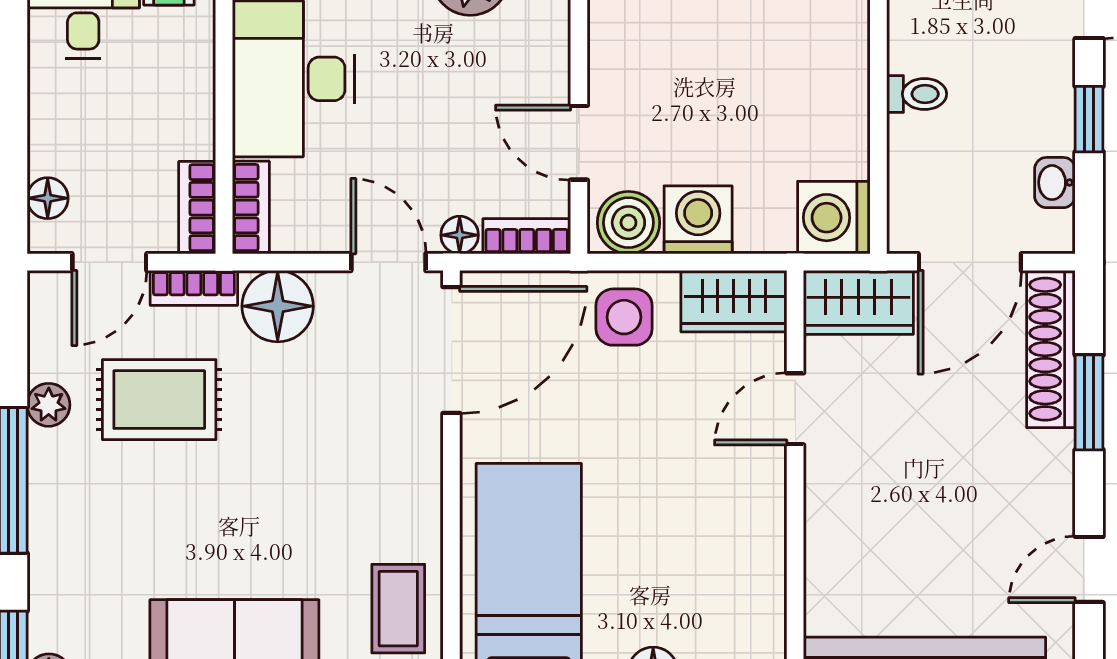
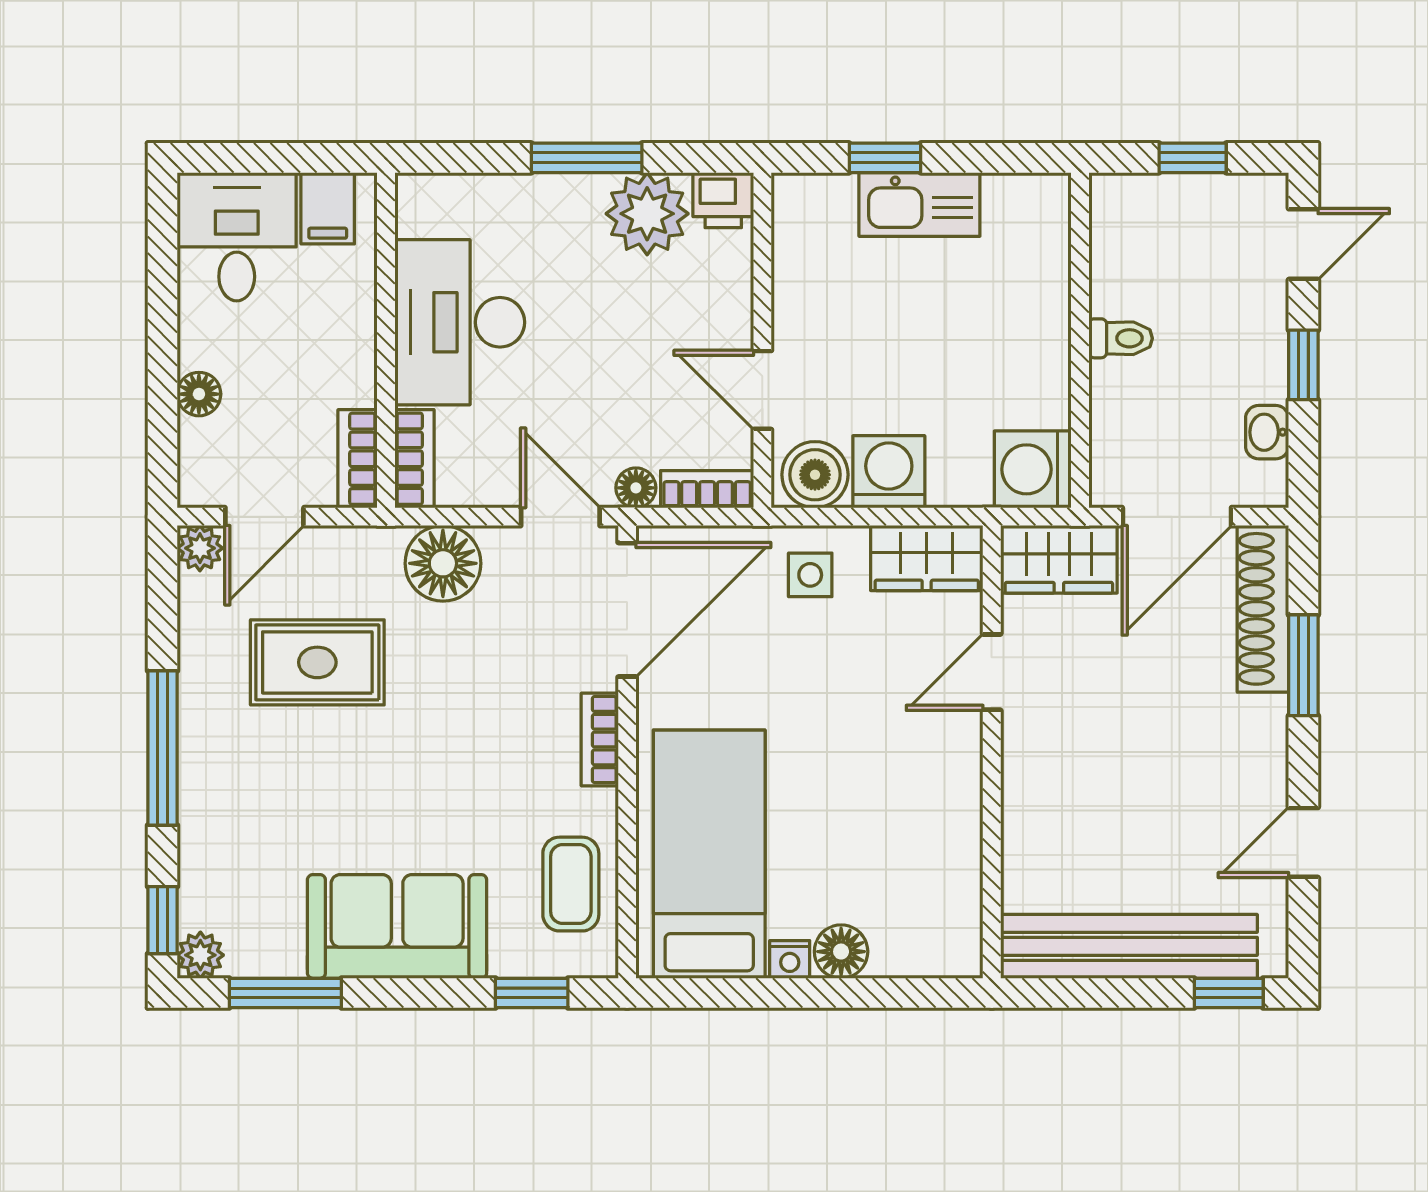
floor lamp: (48, 198) -> (199, 394), moved
bookcase: (194, 288) -> (600, 740), moved, turned 90
side table: (624, 317) -> (810, 575), width x0.73, depth x0.73
plant: (49, 405) -> (200, 548), moved

